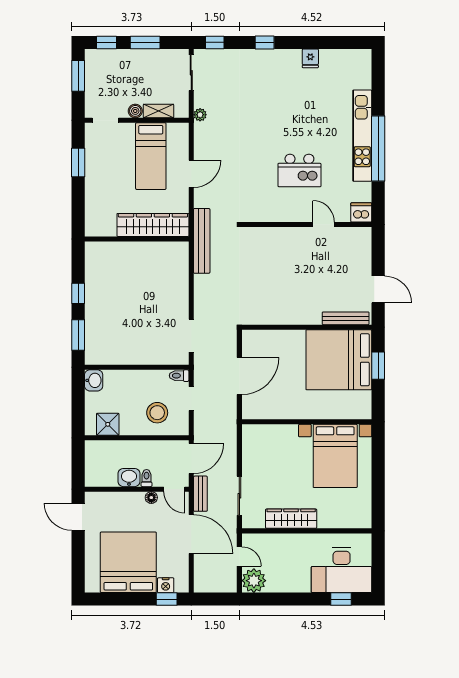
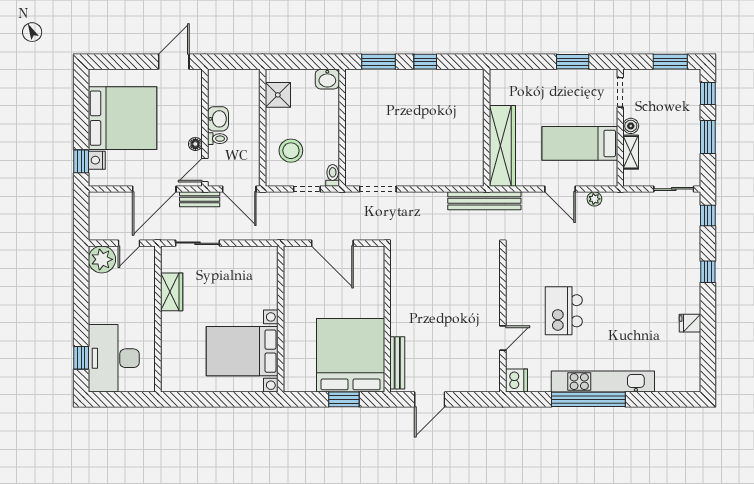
plant: (200, 115) -> (594, 199), moved
wardrobe: (291, 519) -> (172, 292), width x0.67

